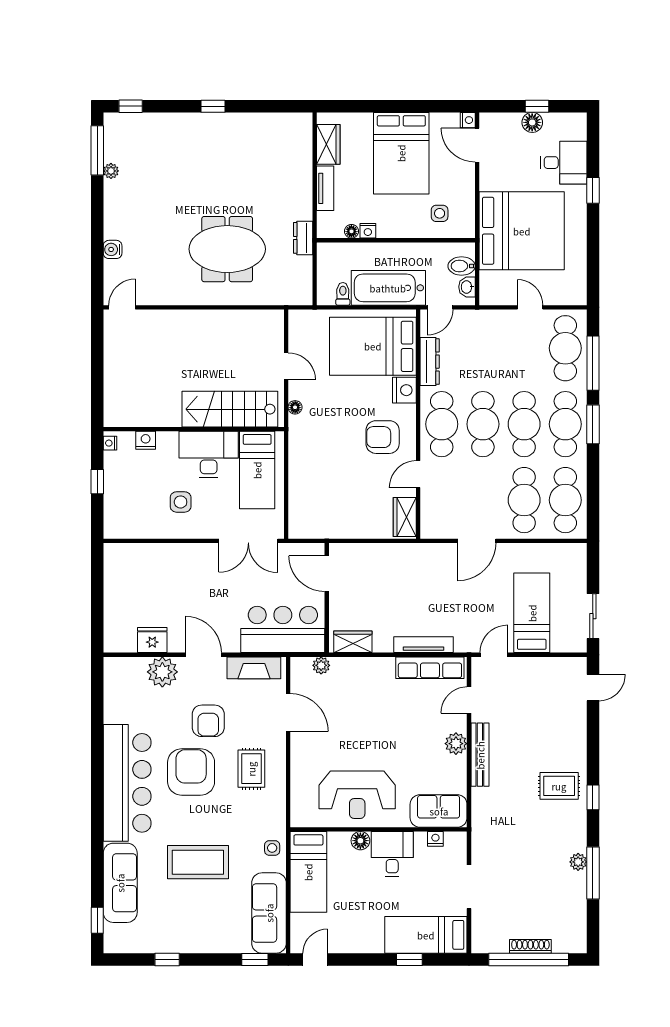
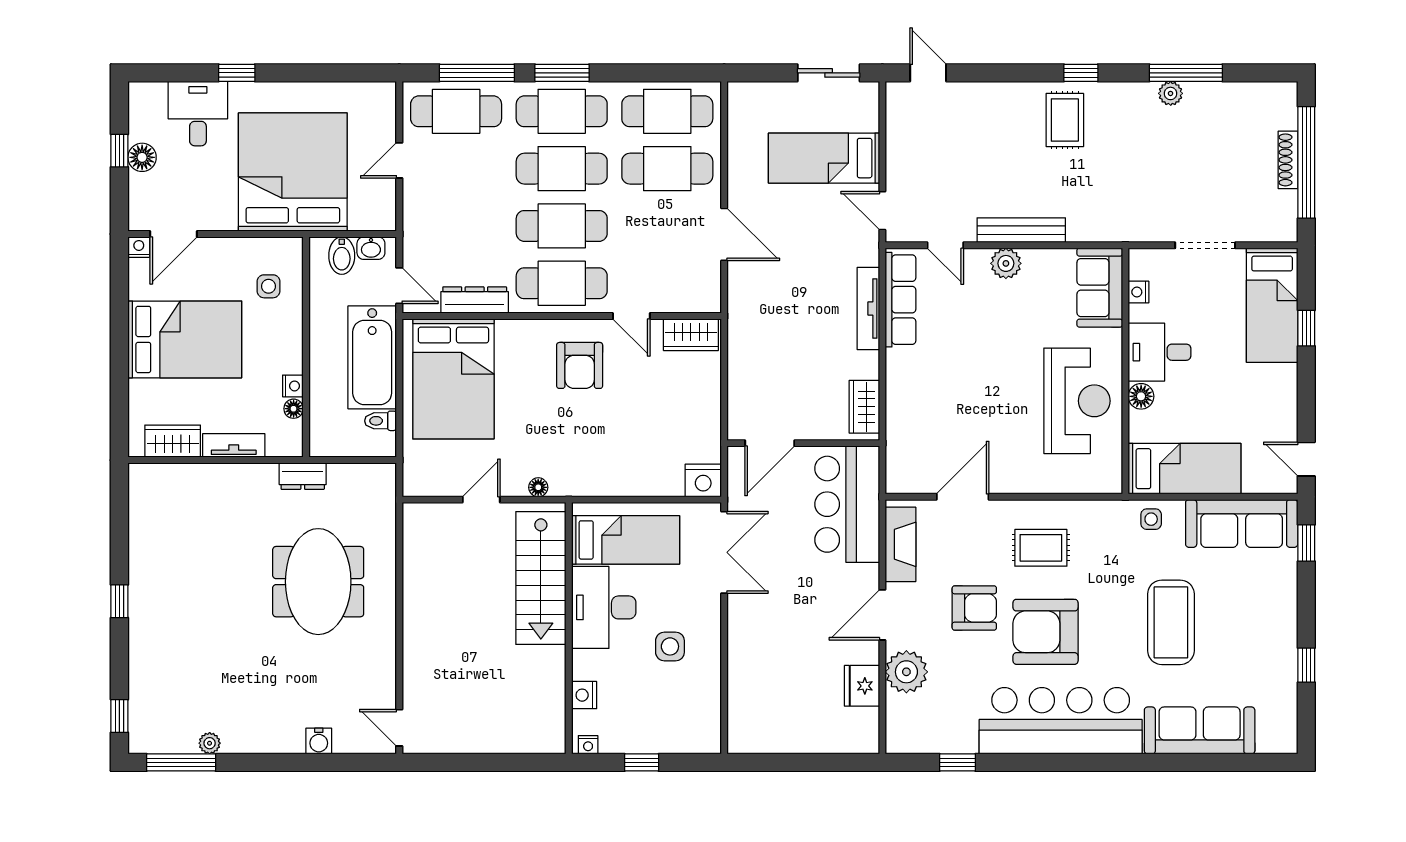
nightstand: (404, 390) -> (703, 481), moved, turned 180
plant: (321, 665) -> (897, 451), removed
window: (97, 920) -> (957, 762), moved

